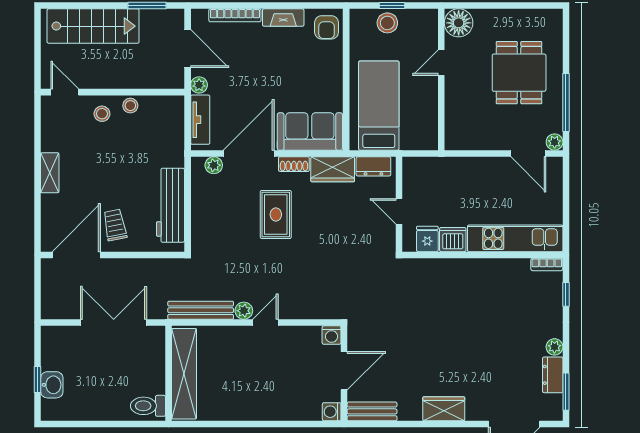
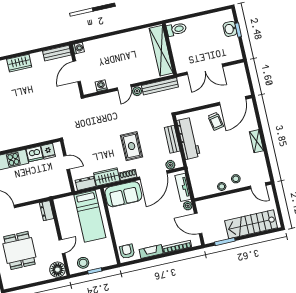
stool: (387, 23) -> (83, 263), moved
dresser: (454, 133) -> (47, 211), added
bench: (200, 210) -> (172, 139), added
washing machine: (332, 335) -> (101, 86), moved

